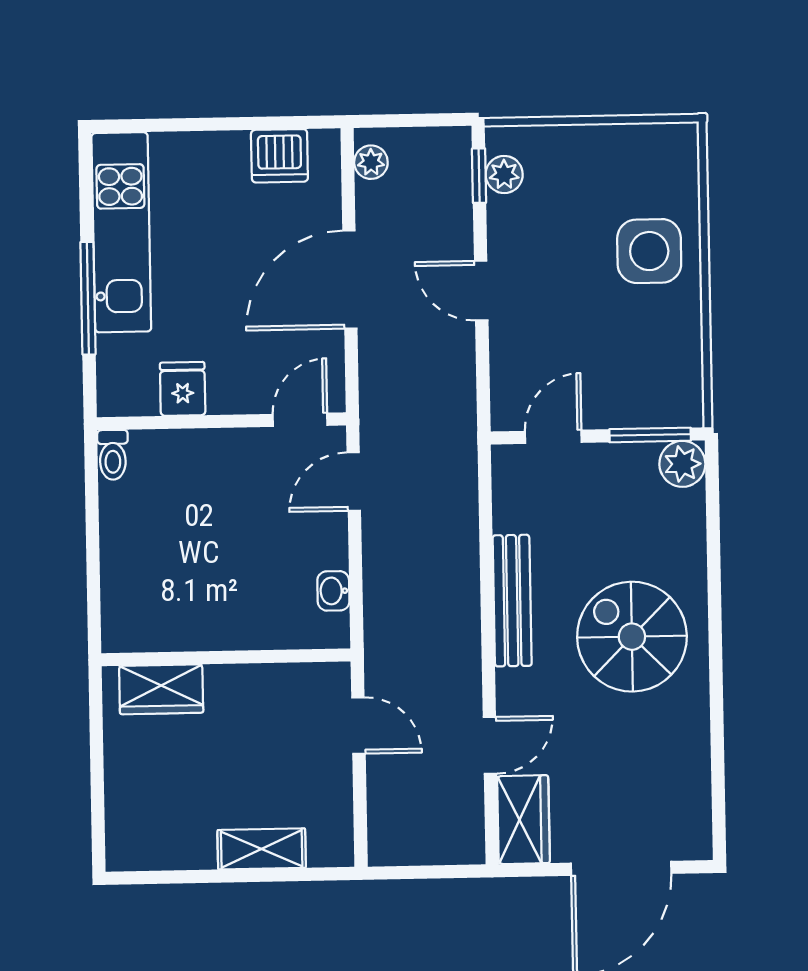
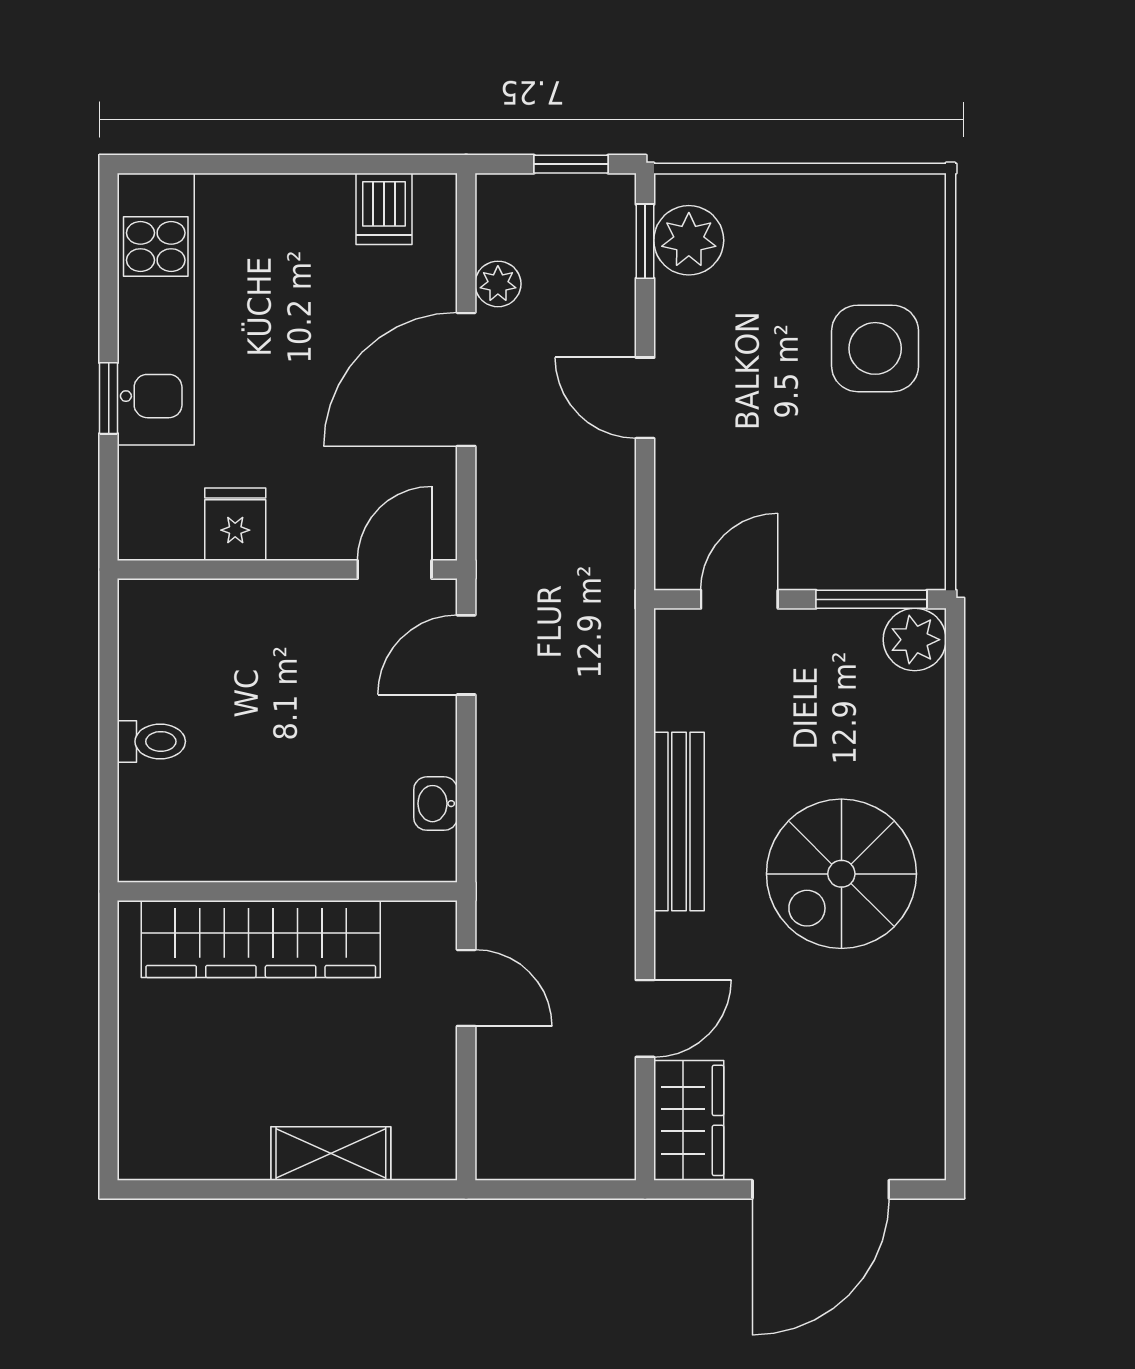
window: (424, 120) -> (571, 164), added
dishwasher: (279, 156) -> (384, 209), width x0.73
plant: (371, 162) -> (498, 284), moved
plant: (504, 174) -> (689, 240), width x1.38, depth x1.38
window: (88, 298) -> (109, 398), width x0.46
toilet: (113, 455) -> (151, 741), moved, turned -90
spiral stairs: (632, 637) -> (841, 874), turned -90
wardrobe: (161, 689) -> (261, 939), width x2.10, depth x1.17

